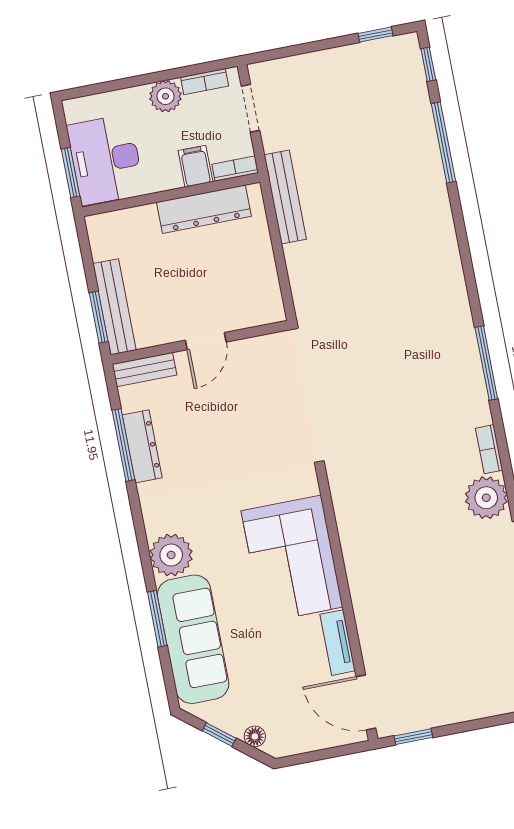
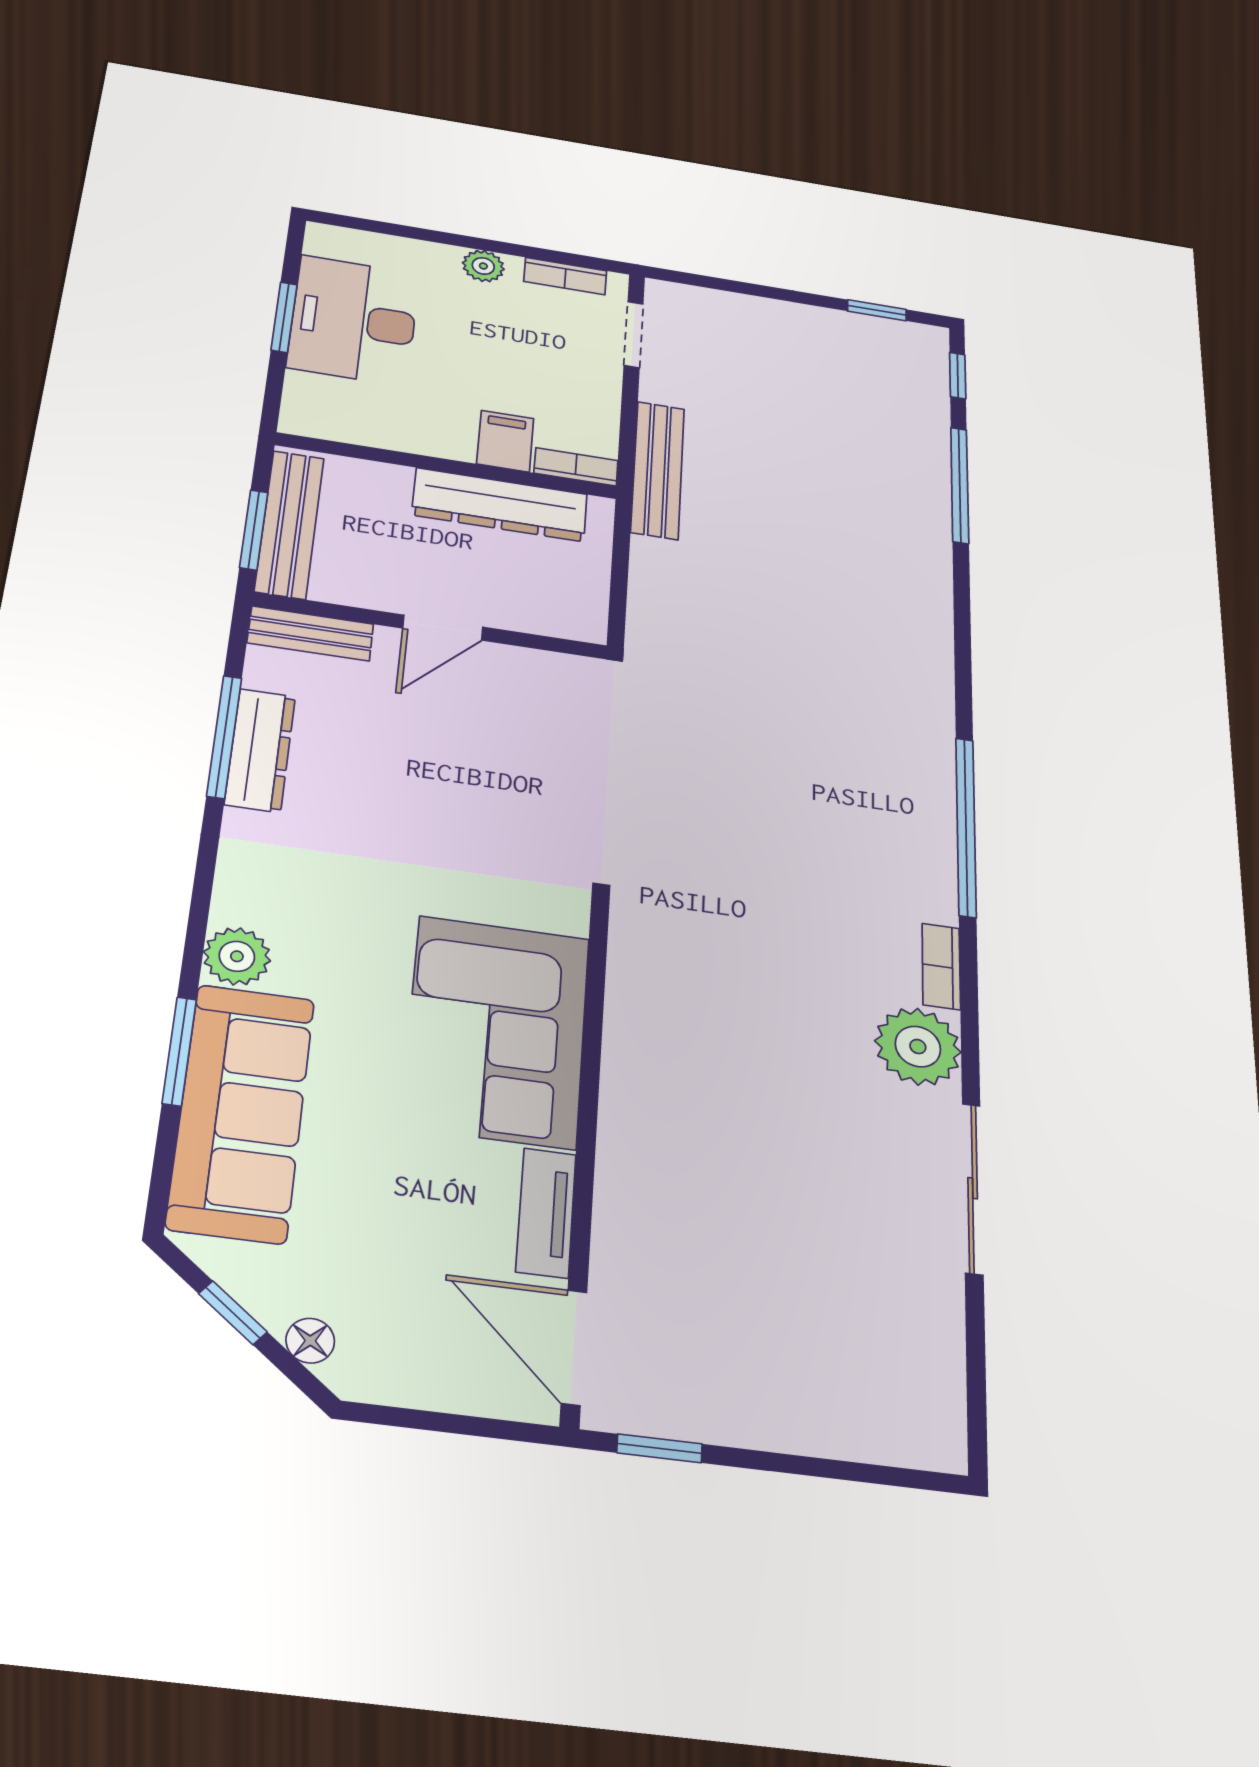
plant: (166, 96) -> (483, 266), width x0.73, depth x0.73
filing cabinet: (195, 166) -> (505, 441), moved
bookcase: (235, 169) -> (576, 467), moved
wall: (171, 195) -> (447, 466), moved
dresser: (204, 209) -> (500, 505), moved
window: (486, 363) -> (966, 827), width x1.46
plant: (171, 555) -> (237, 956), width x0.73, depth x0.73

